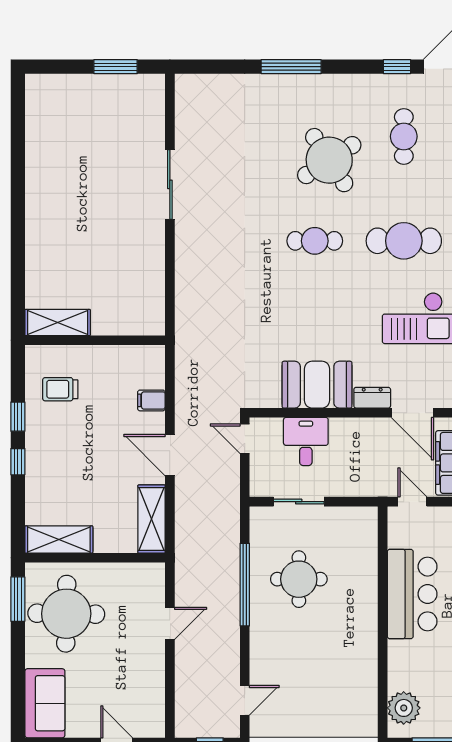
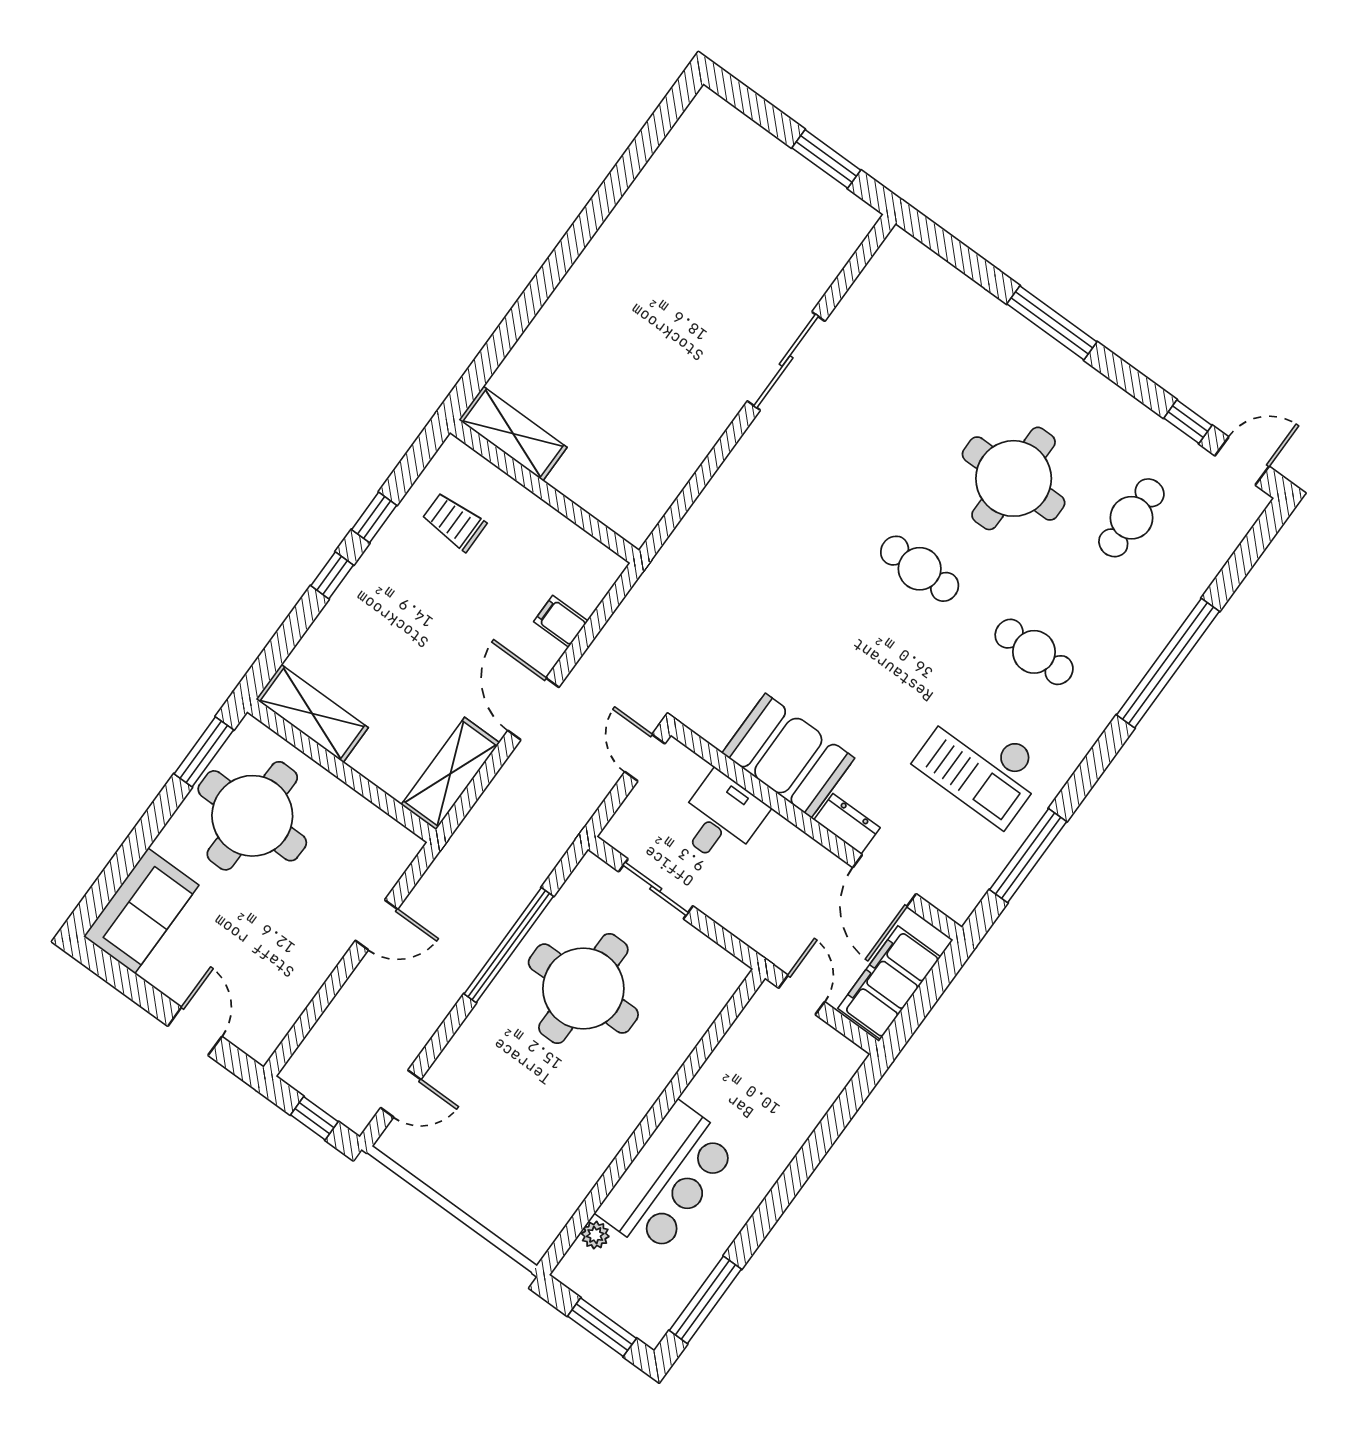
round table: (329, 160) -> (1014, 478), turned 33
cafe table: (404, 241) -> (1034, 652), width x0.73, depth x0.74
round table: (299, 579) -> (583, 989), width x1.36, depth x1.36
bar counter: (412, 594) -> (667, 1179), moved
plant: (404, 708) -> (595, 1235), width x0.53, depth x0.53

